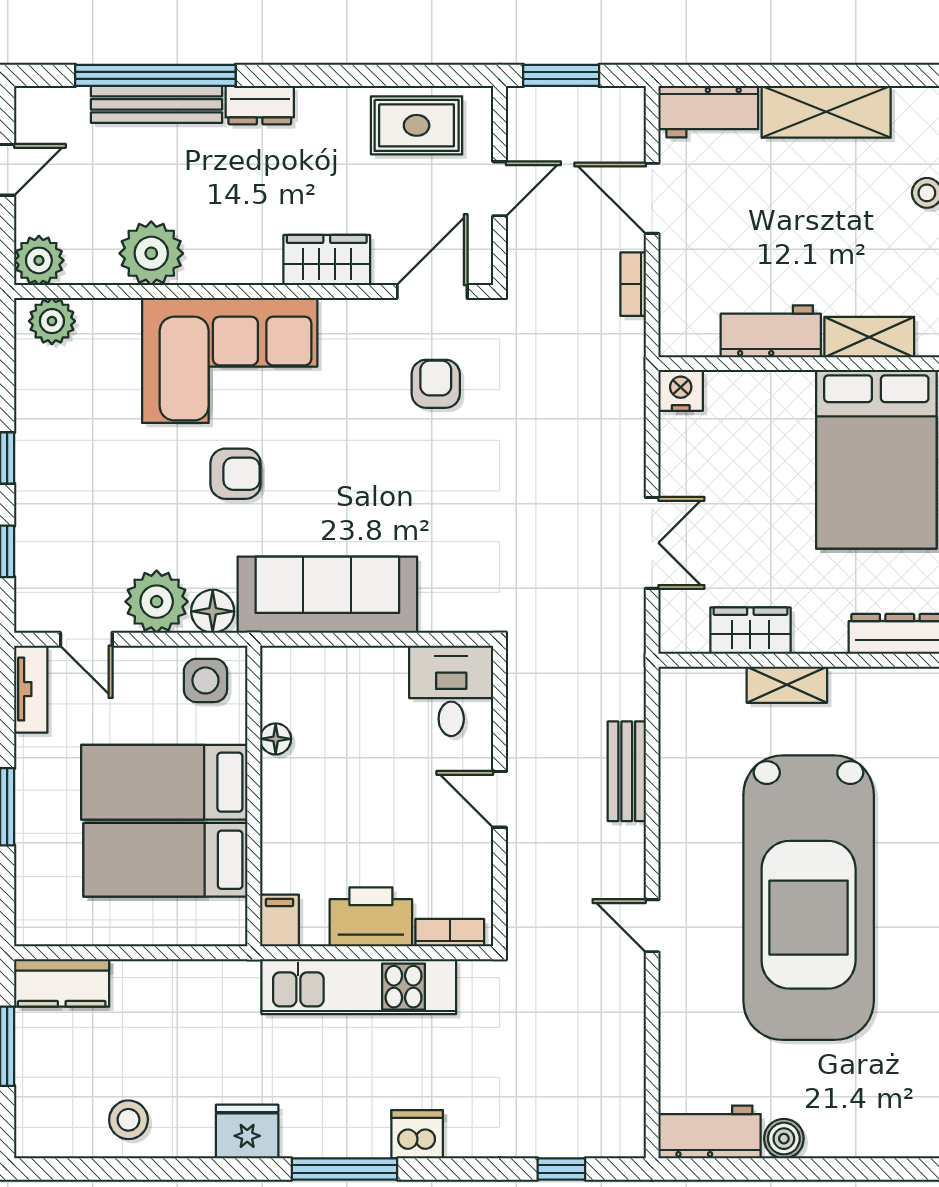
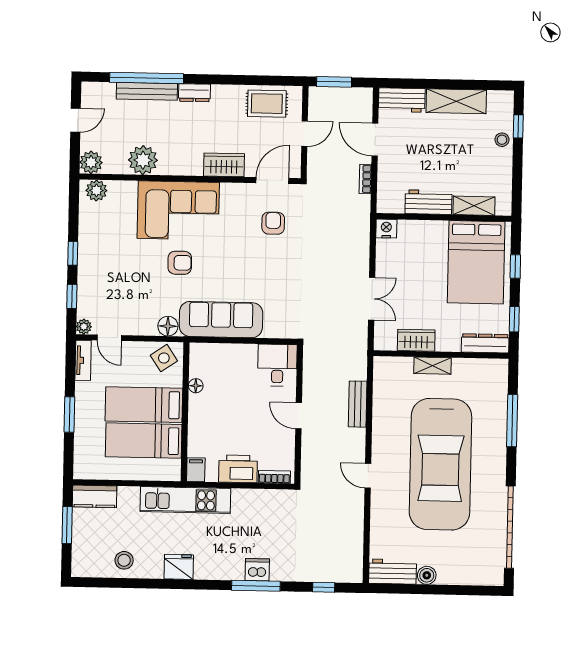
plant: (157, 602) -> (84, 327), moved, width x0.53, depth x0.53
side table: (205, 680) -> (164, 358), turned -34
kitchen unit: (359, 987) -> (185, 500), moved
window: (344, 1169) -> (256, 586), moved

